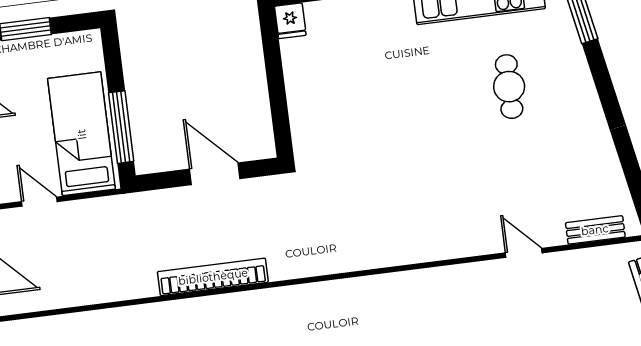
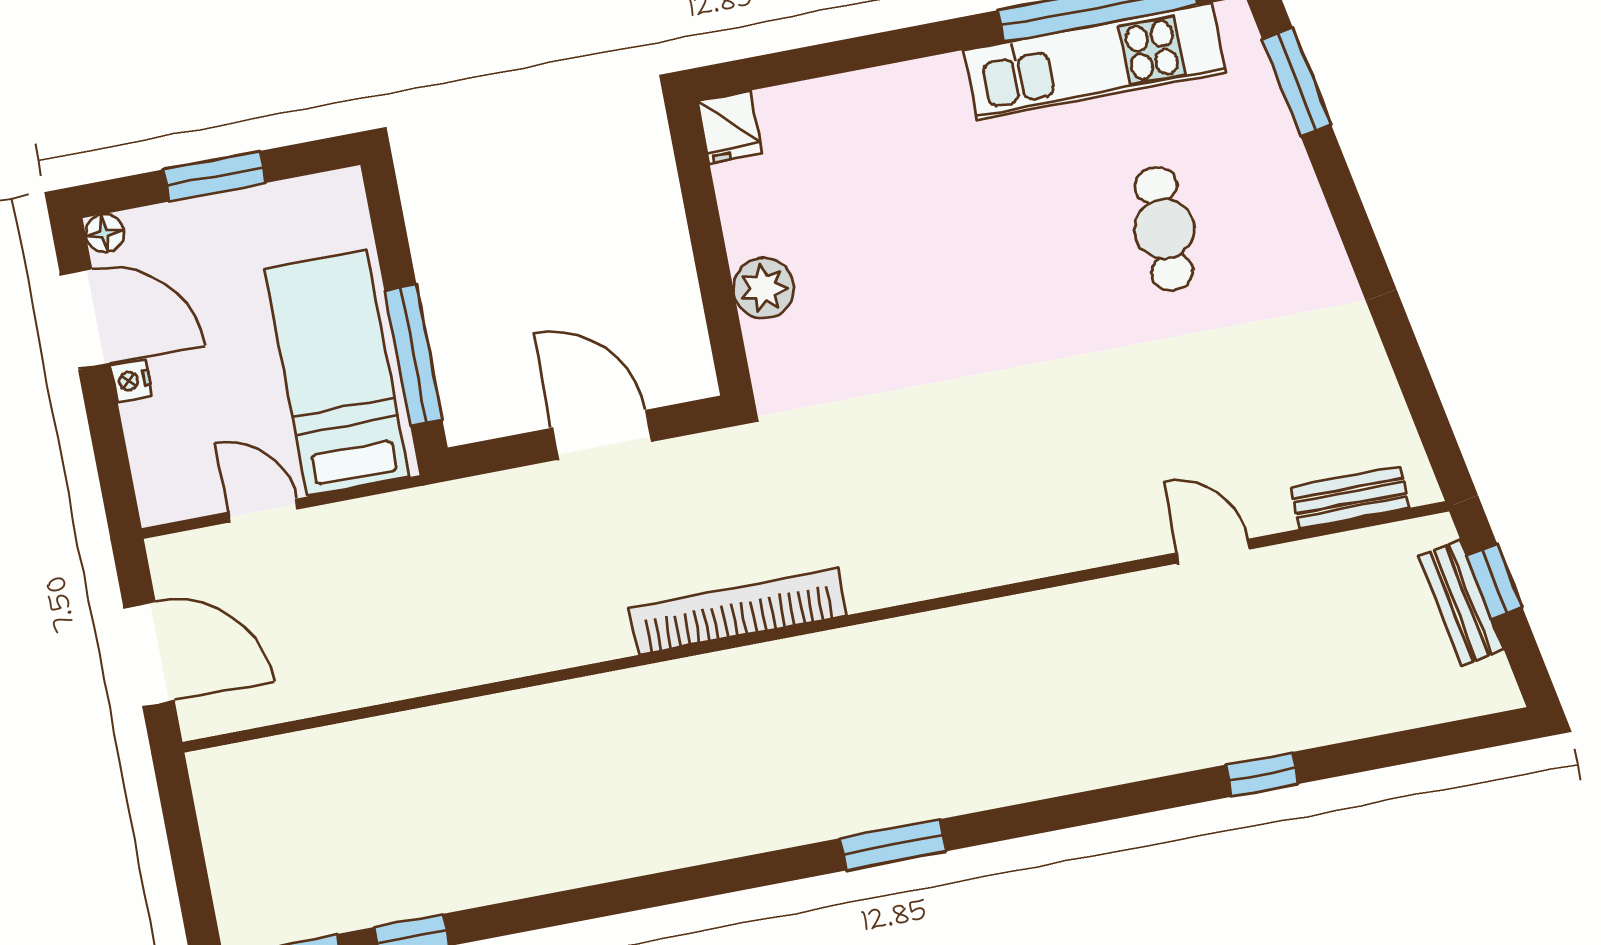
plant: (303, 104) -> (764, 288), added
bookcase: (213, 277) -> (738, 612), moved

